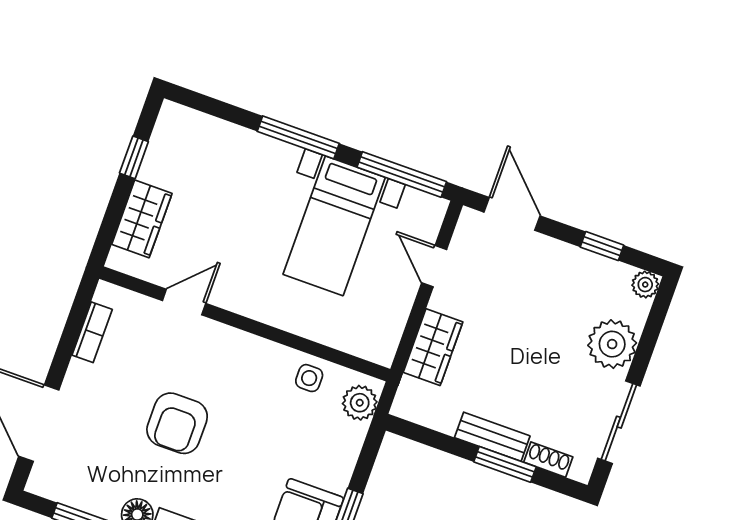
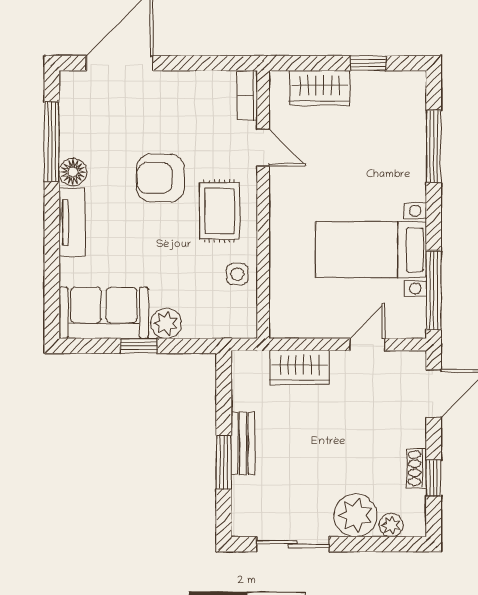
window: (298, 137) -> (434, 146), moved
plant: (645, 285) -> (391, 525), moved
bookcase: (92, 332) -> (247, 95), moved, turned 90
rug: (235, 373) -> (219, 211), added
plant: (360, 403) -> (166, 323), moved
shoe rack: (548, 460) -> (417, 468), moved, turned 180

